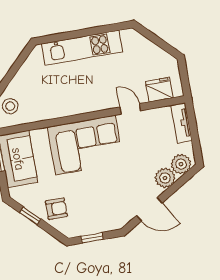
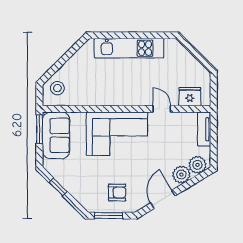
armchair: (56, 209) -> (117, 193), moved
door: (149, 209) -> (163, 199), swing flipped
window: (92, 238) -> (109, 216), width x1.50

